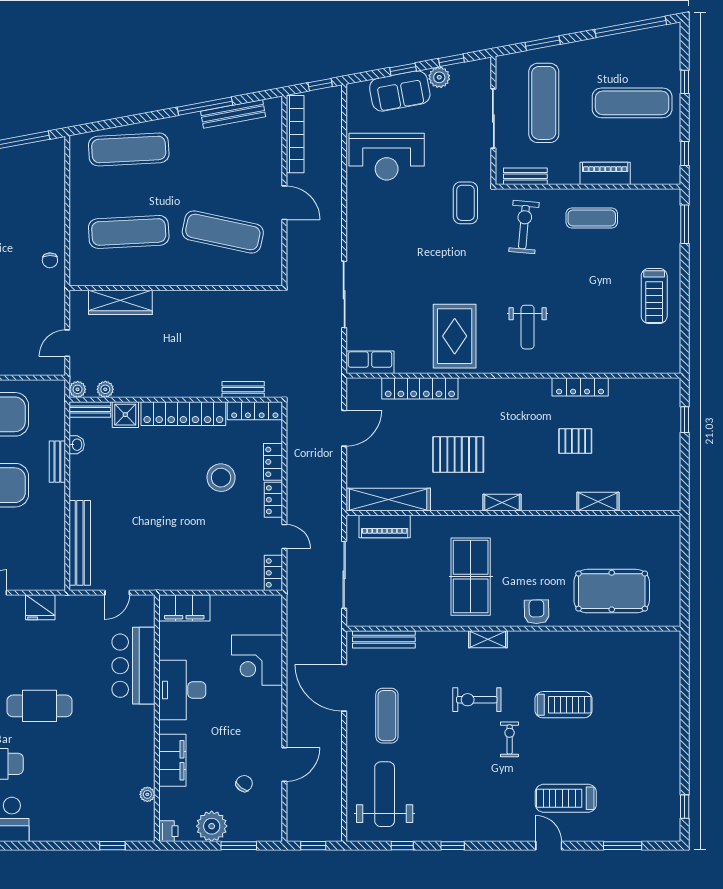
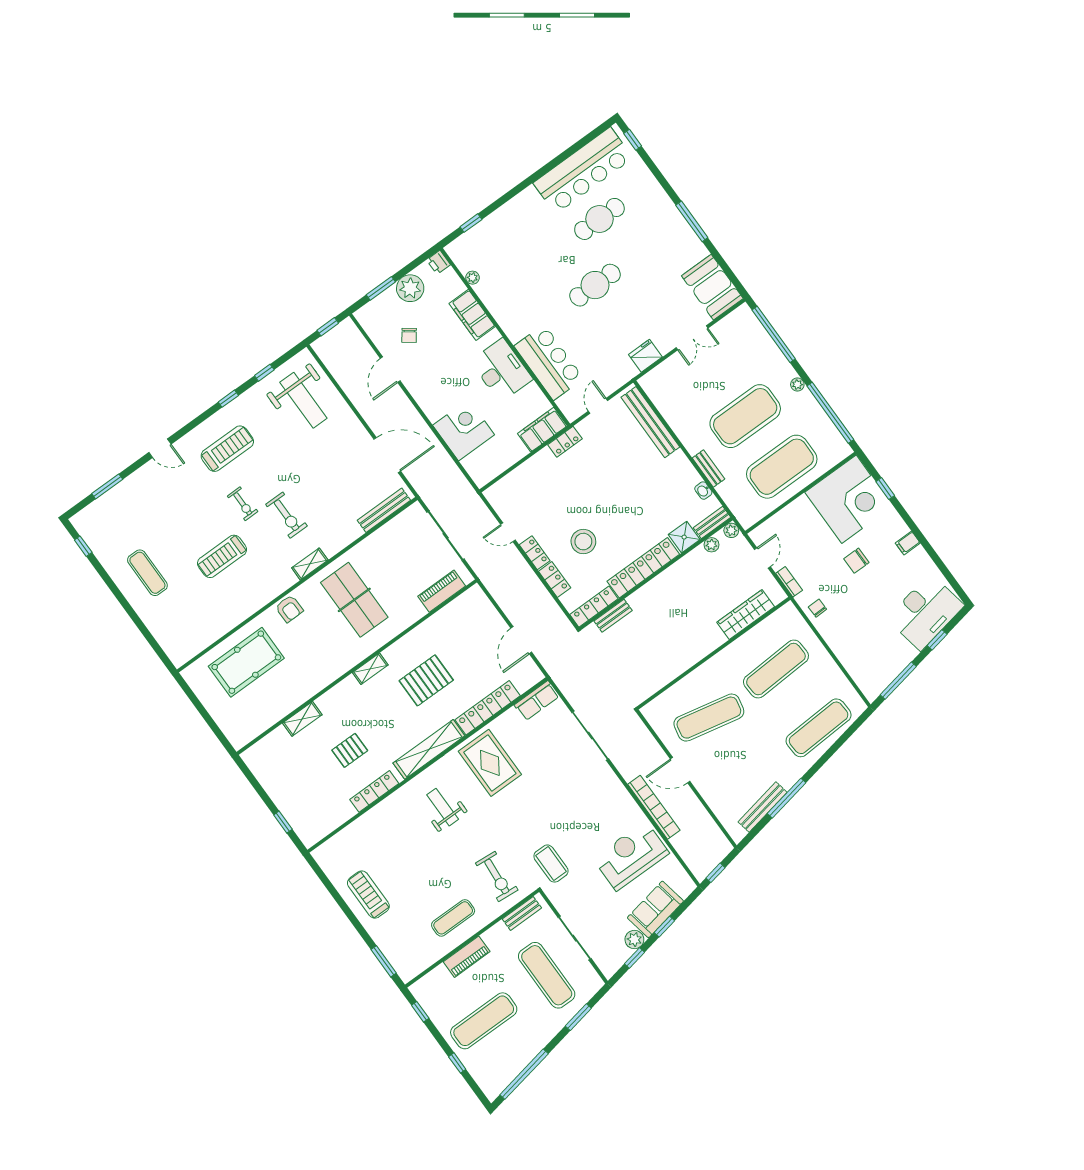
bookcase: (295, 134) -> (654, 807), moved, turned 180
bookcase: (59, 304) -> (789, 582), added
shelving: (388, 500) -> (429, 749), moved
locker: (273, 573) -> (565, 442), moved, turned 90
exercise bike: (477, 700) -> (286, 515), turned 90
exercise mat: (387, 716) -> (147, 573), moved
treadmill: (566, 798) -> (227, 449), moved

